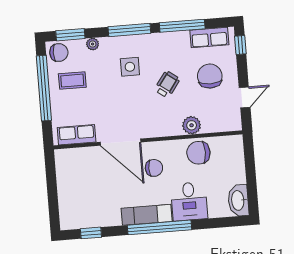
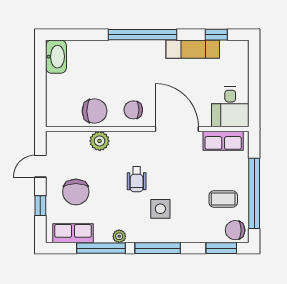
plant: (93, 44) -> (119, 236), moved
window: (240, 45) -> (40, 206), moved
wheelchair: (167, 84) -> (137, 179), moved, turned -36
chair: (154, 168) -> (133, 110), moved
desk: (189, 201) -> (230, 107), moved, turned 180
exam couch: (147, 215) -> (193, 49), moved

